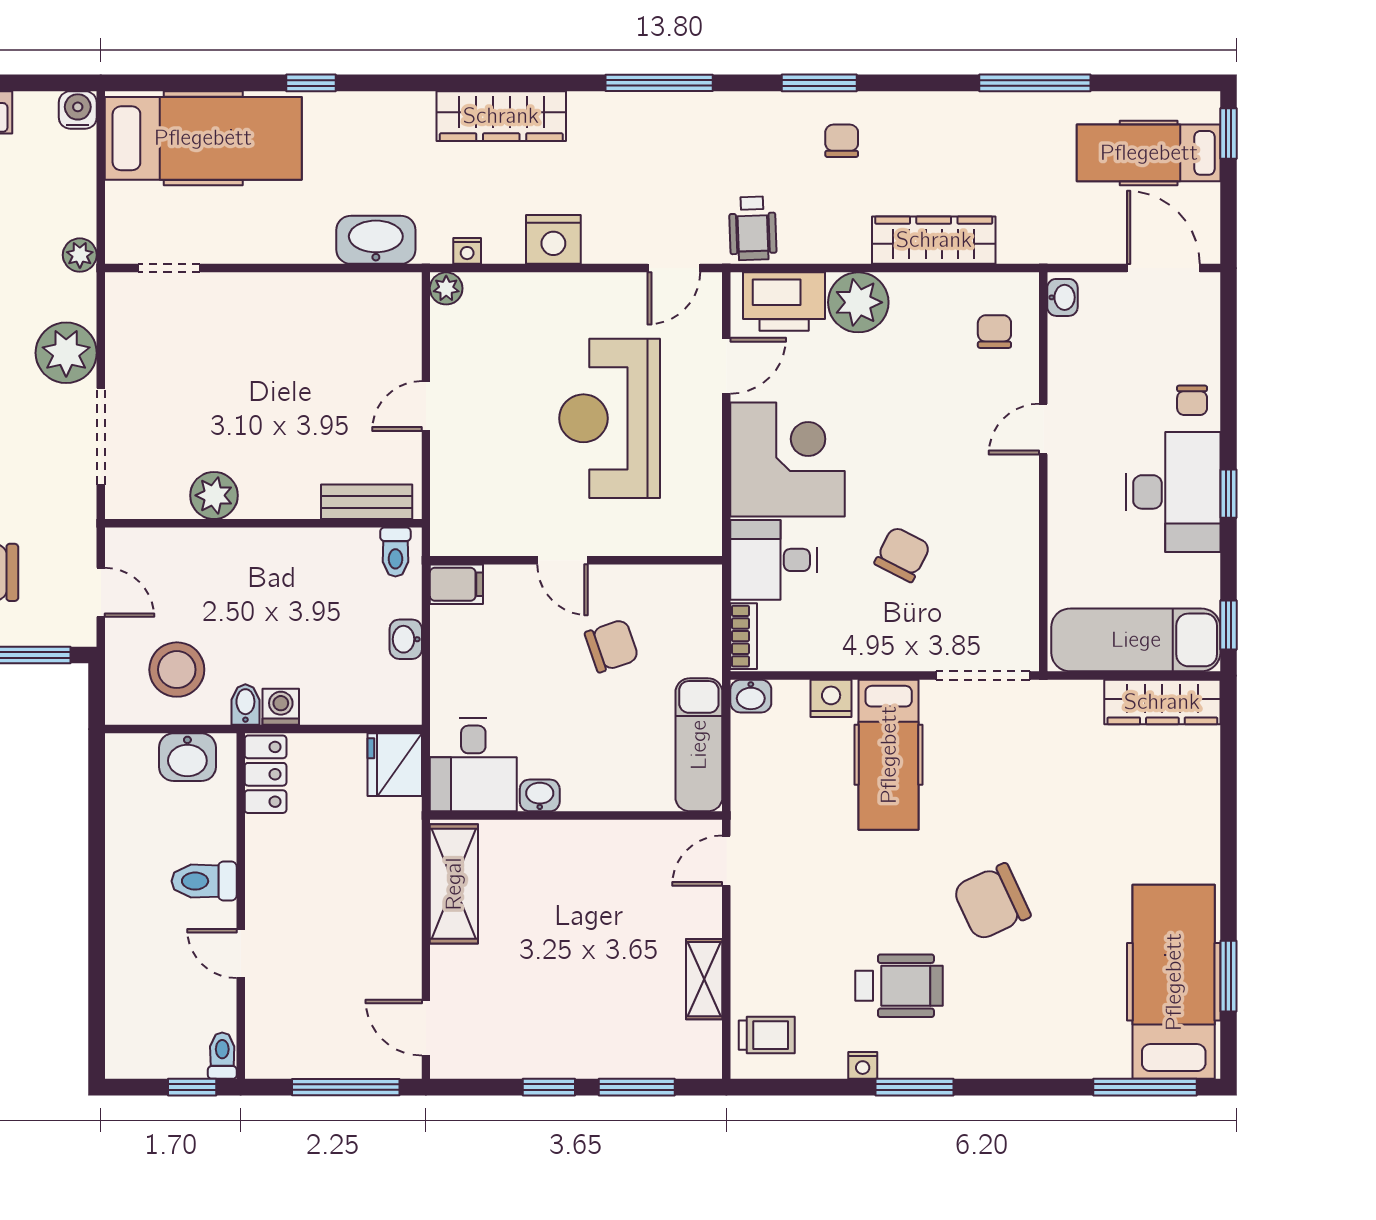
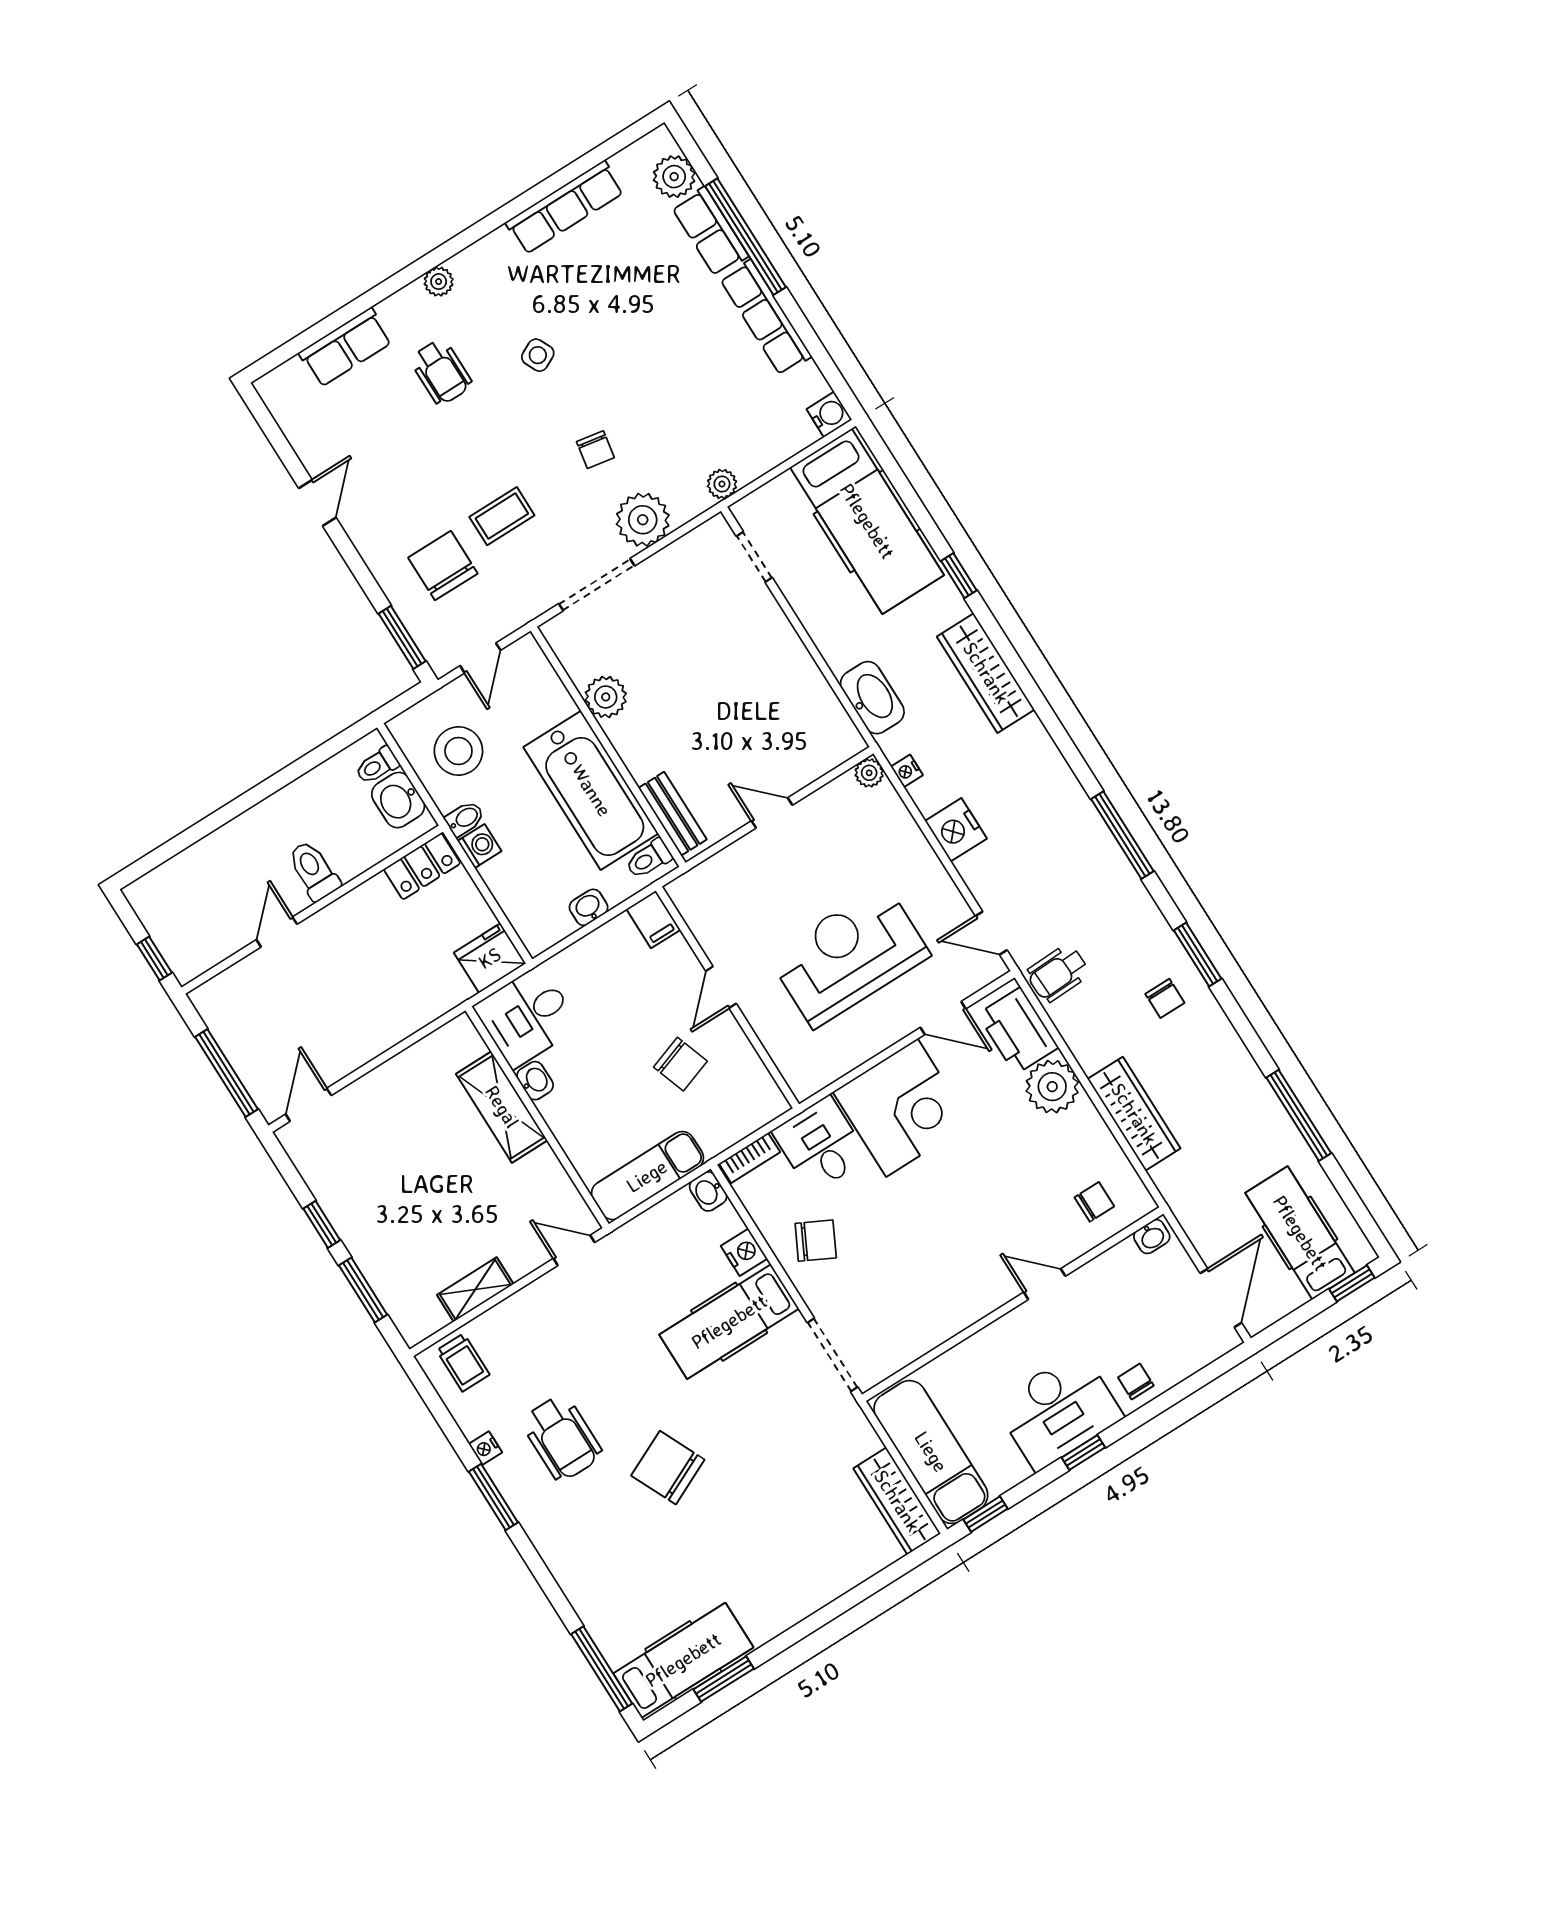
wardrobe: (501, 116) -> (986, 673), moved
chair: (842, 141) -> (1165, 998), turned 90
chair: (1192, 400) -> (1136, 1382), turned 90
chair: (902, 554) -> (816, 1241), moved
bathtub: (295, 566) -> (591, 790), added
shelving: (454, 884) -> (502, 1107), moved, turned 90
hospital bed: (1174, 982) -> (683, 1660), width x0.73, depth x0.78
toilet: (222, 1056) -> (377, 765), moved, turned 180

